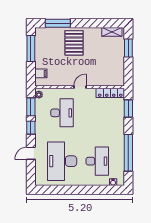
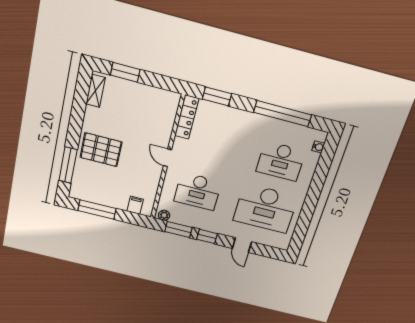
desk: (62, 113) -> (198, 191), turned 180
desk: (97, 161) -> (281, 161), turned 180

